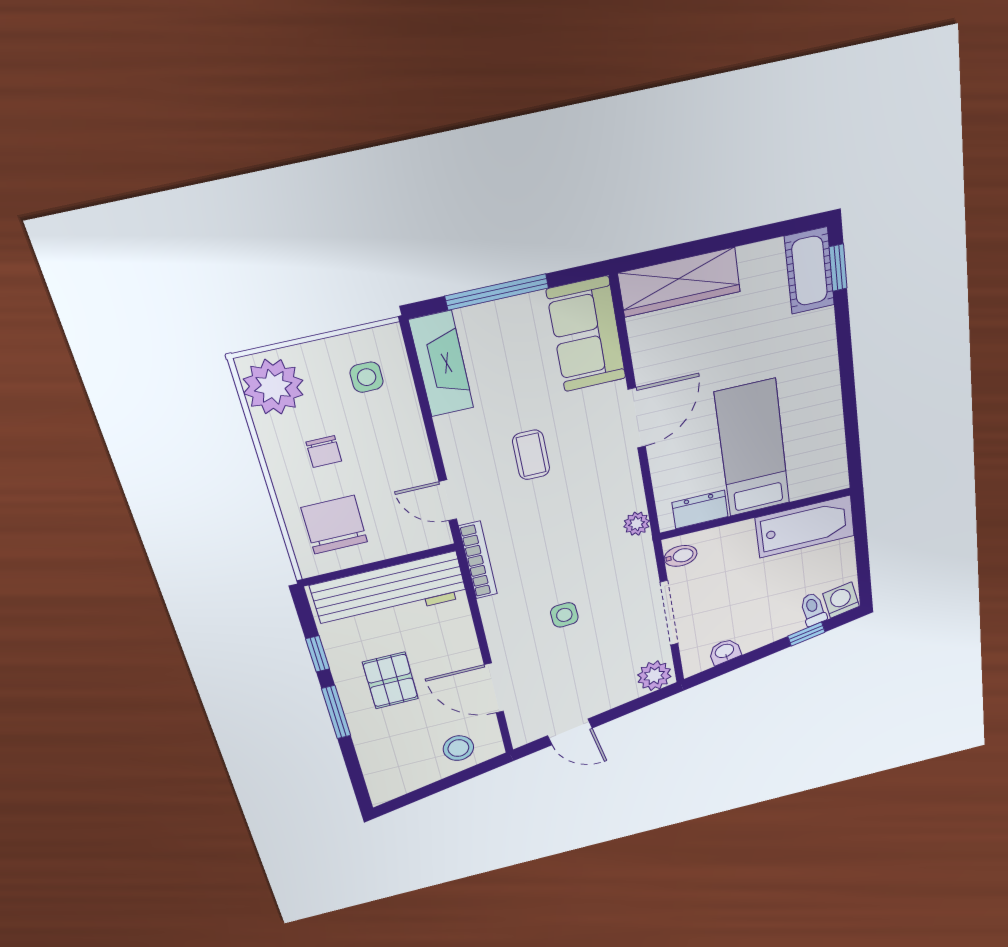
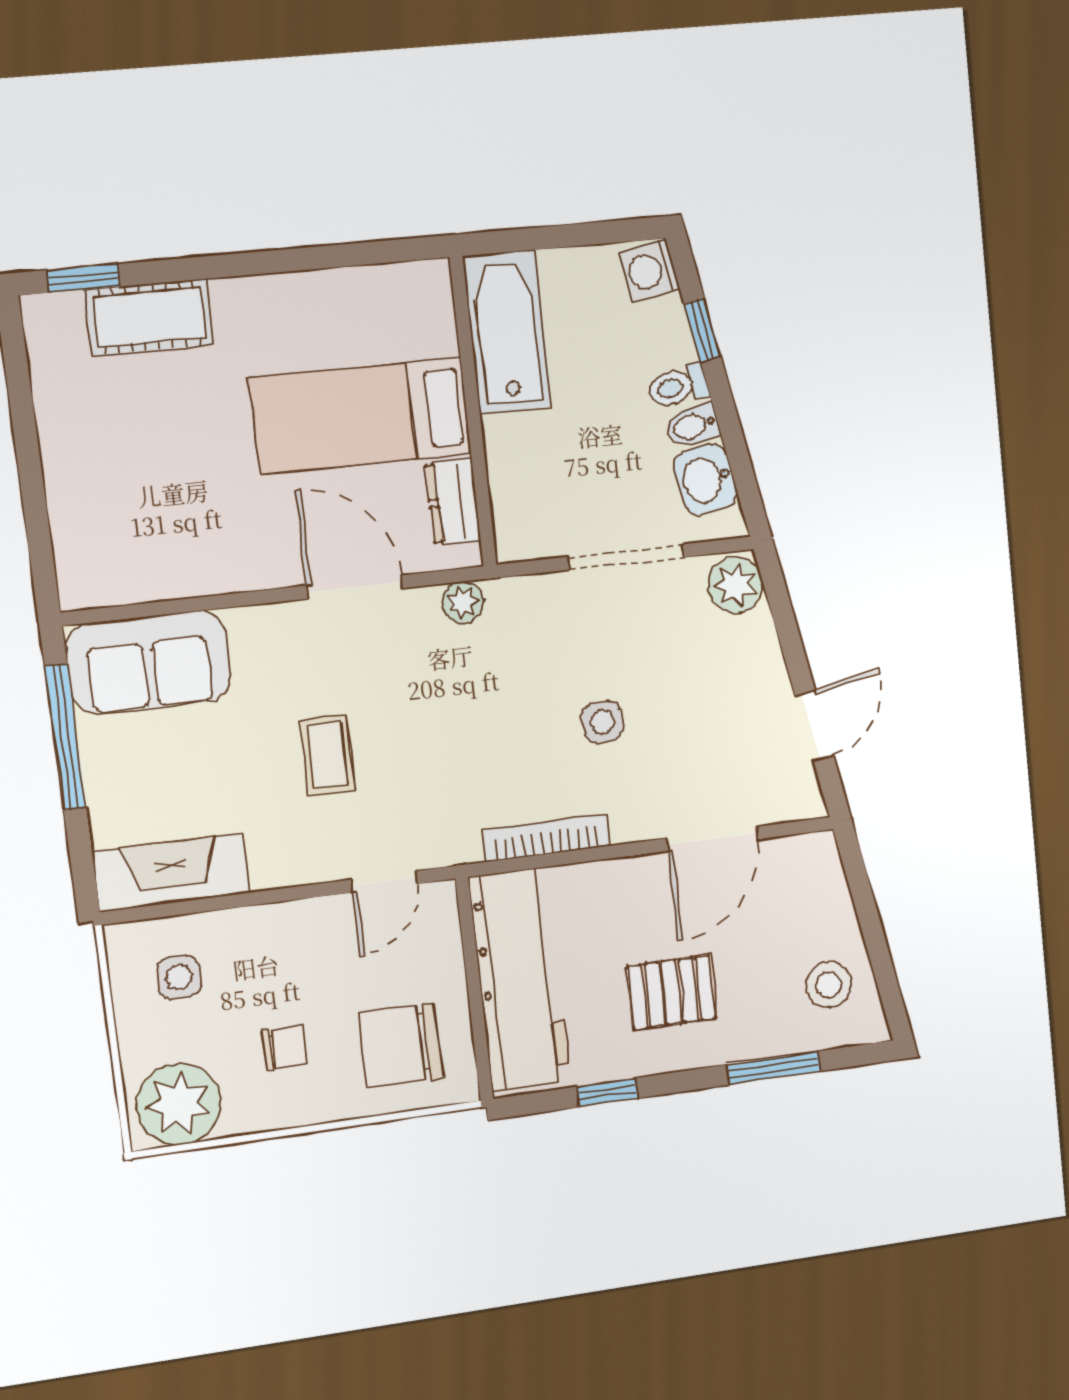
cot: (810, 271) -> (149, 317), moved
wardrobe: (679, 282) -> (83, 522), removed
window: (497, 292) -> (65, 737), moved
door: (637, 418) -> (355, 587), moved
coffee table: (531, 455) -> (328, 755), turned 90
bidet: (681, 556) -> (693, 426), moved, turned -100
bookcase: (478, 560) -> (546, 838), moved
toilet: (813, 609) -> (678, 386), moved
washbasin: (725, 652) -> (706, 479), width x1.38, depth x1.45
window: (336, 712) -> (774, 1068), moved
stool: (458, 748) -> (829, 985), moved

